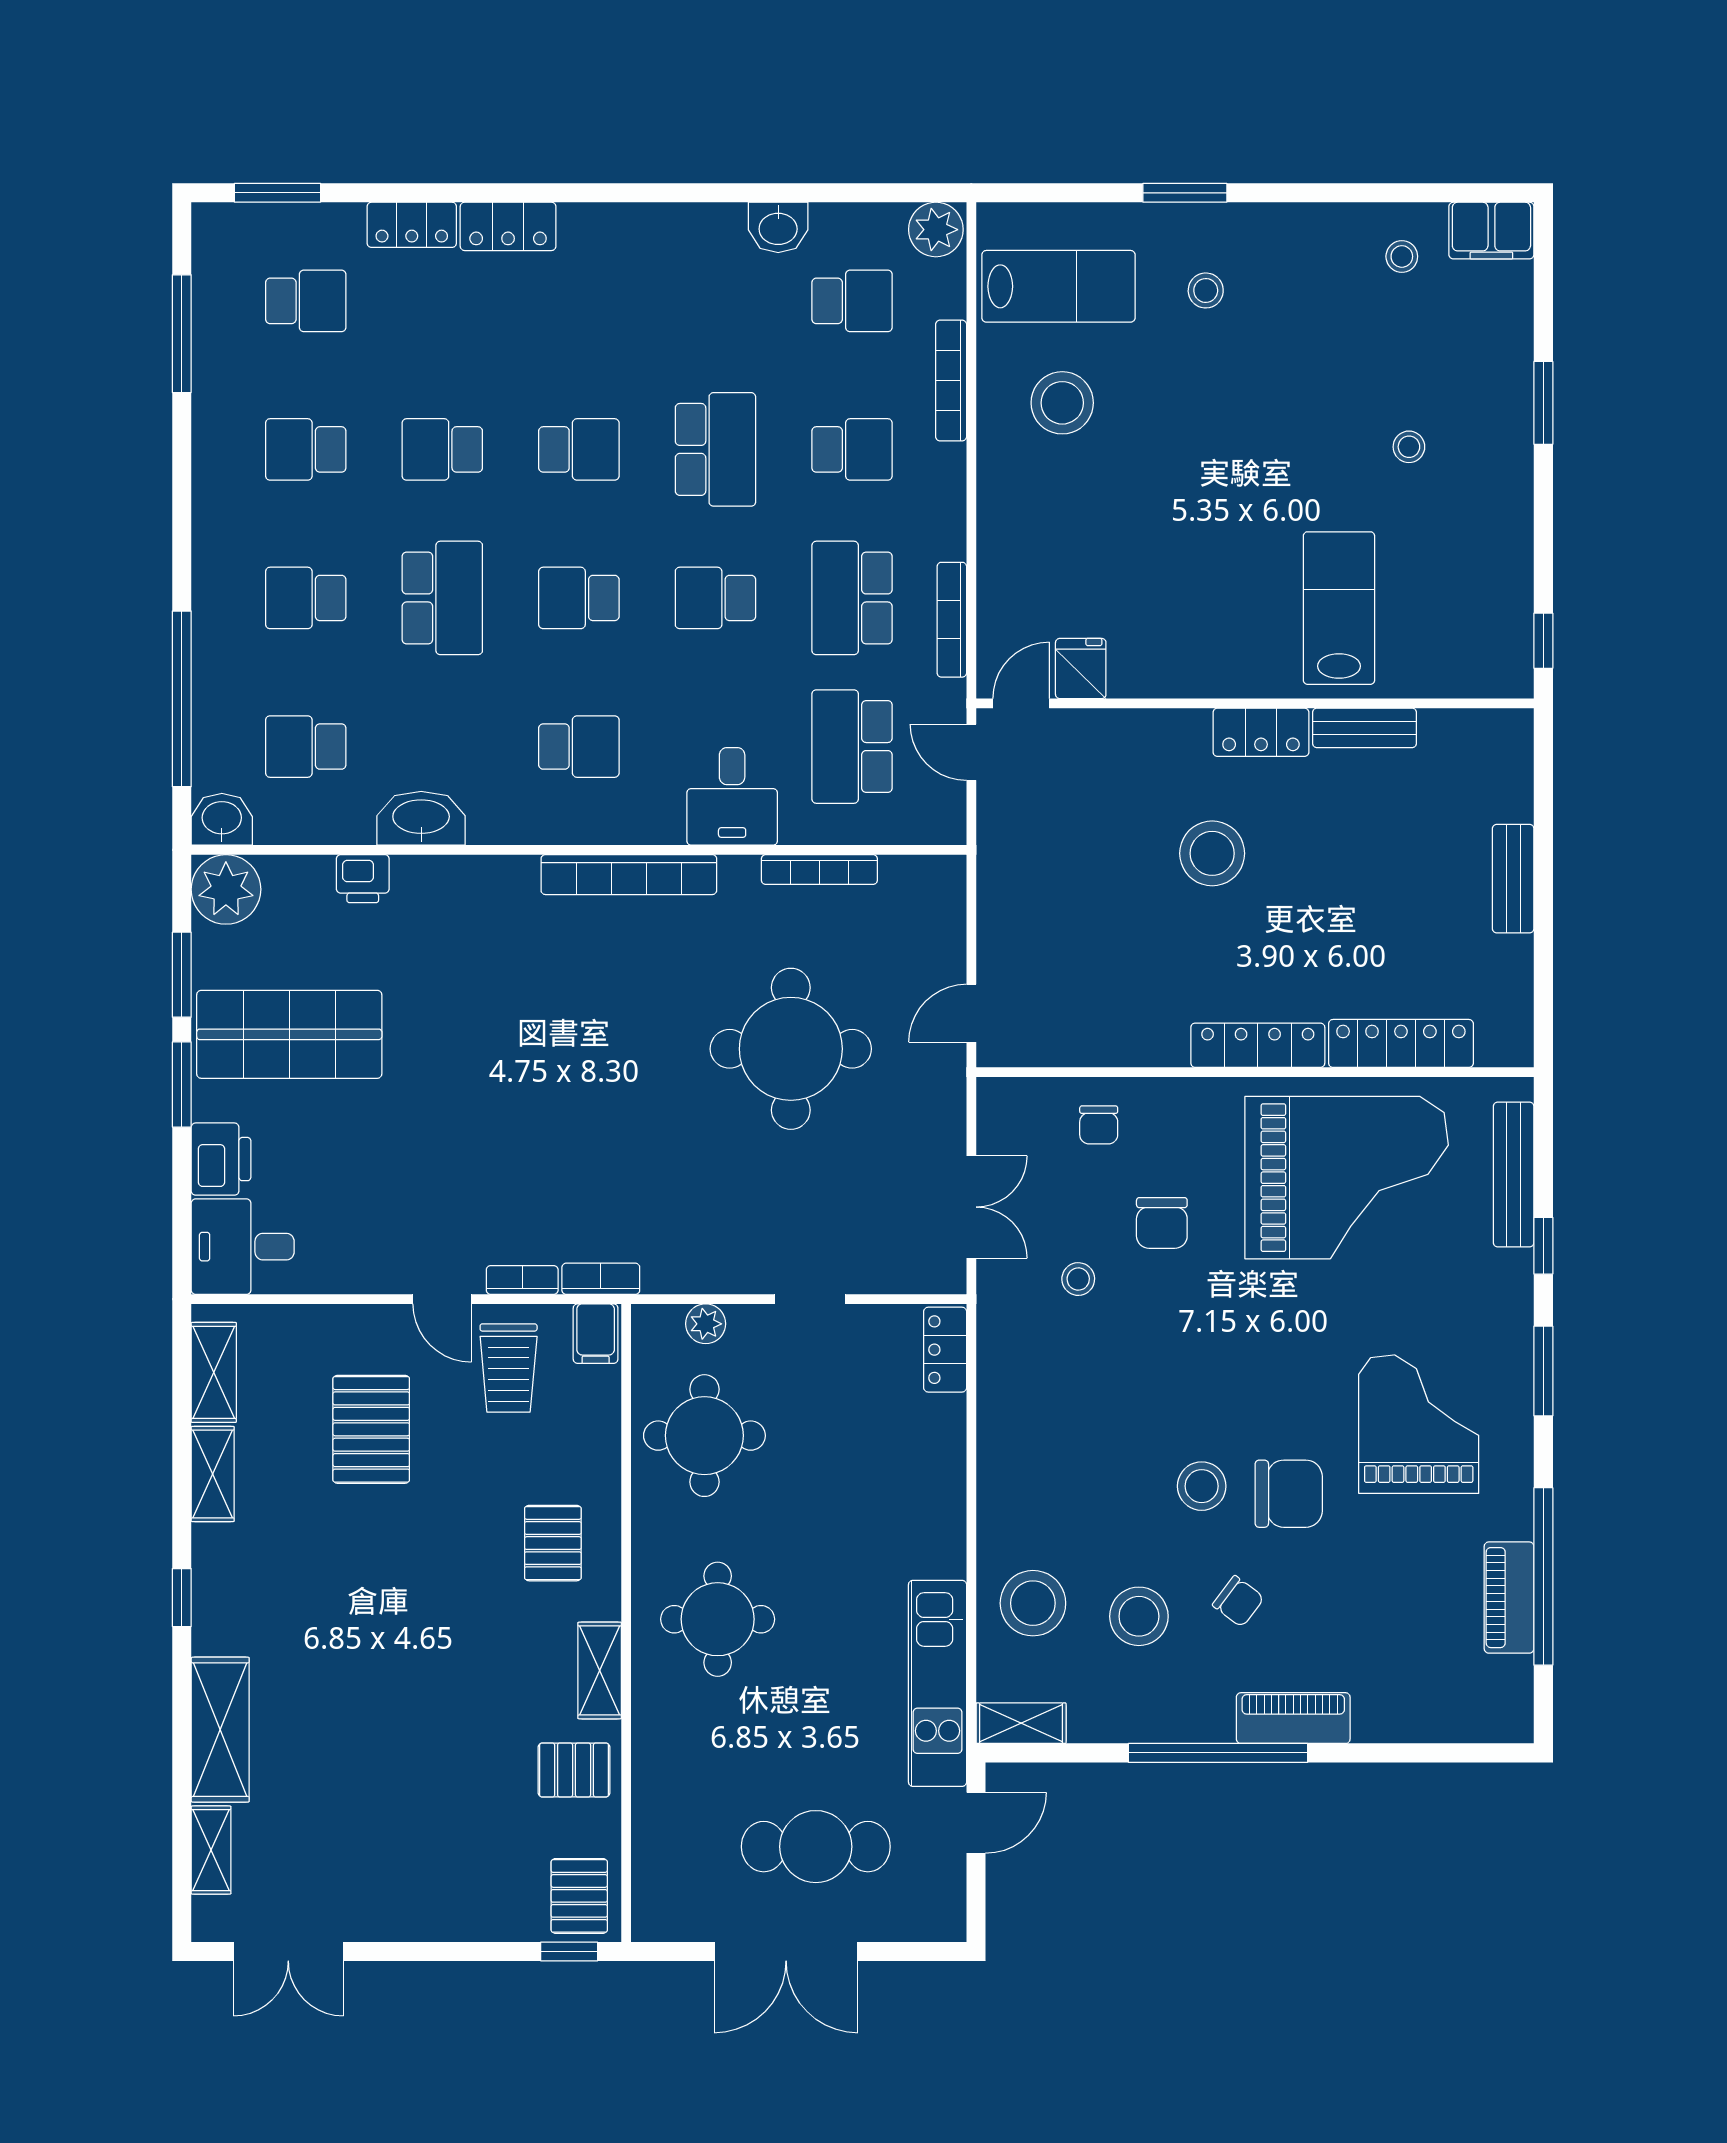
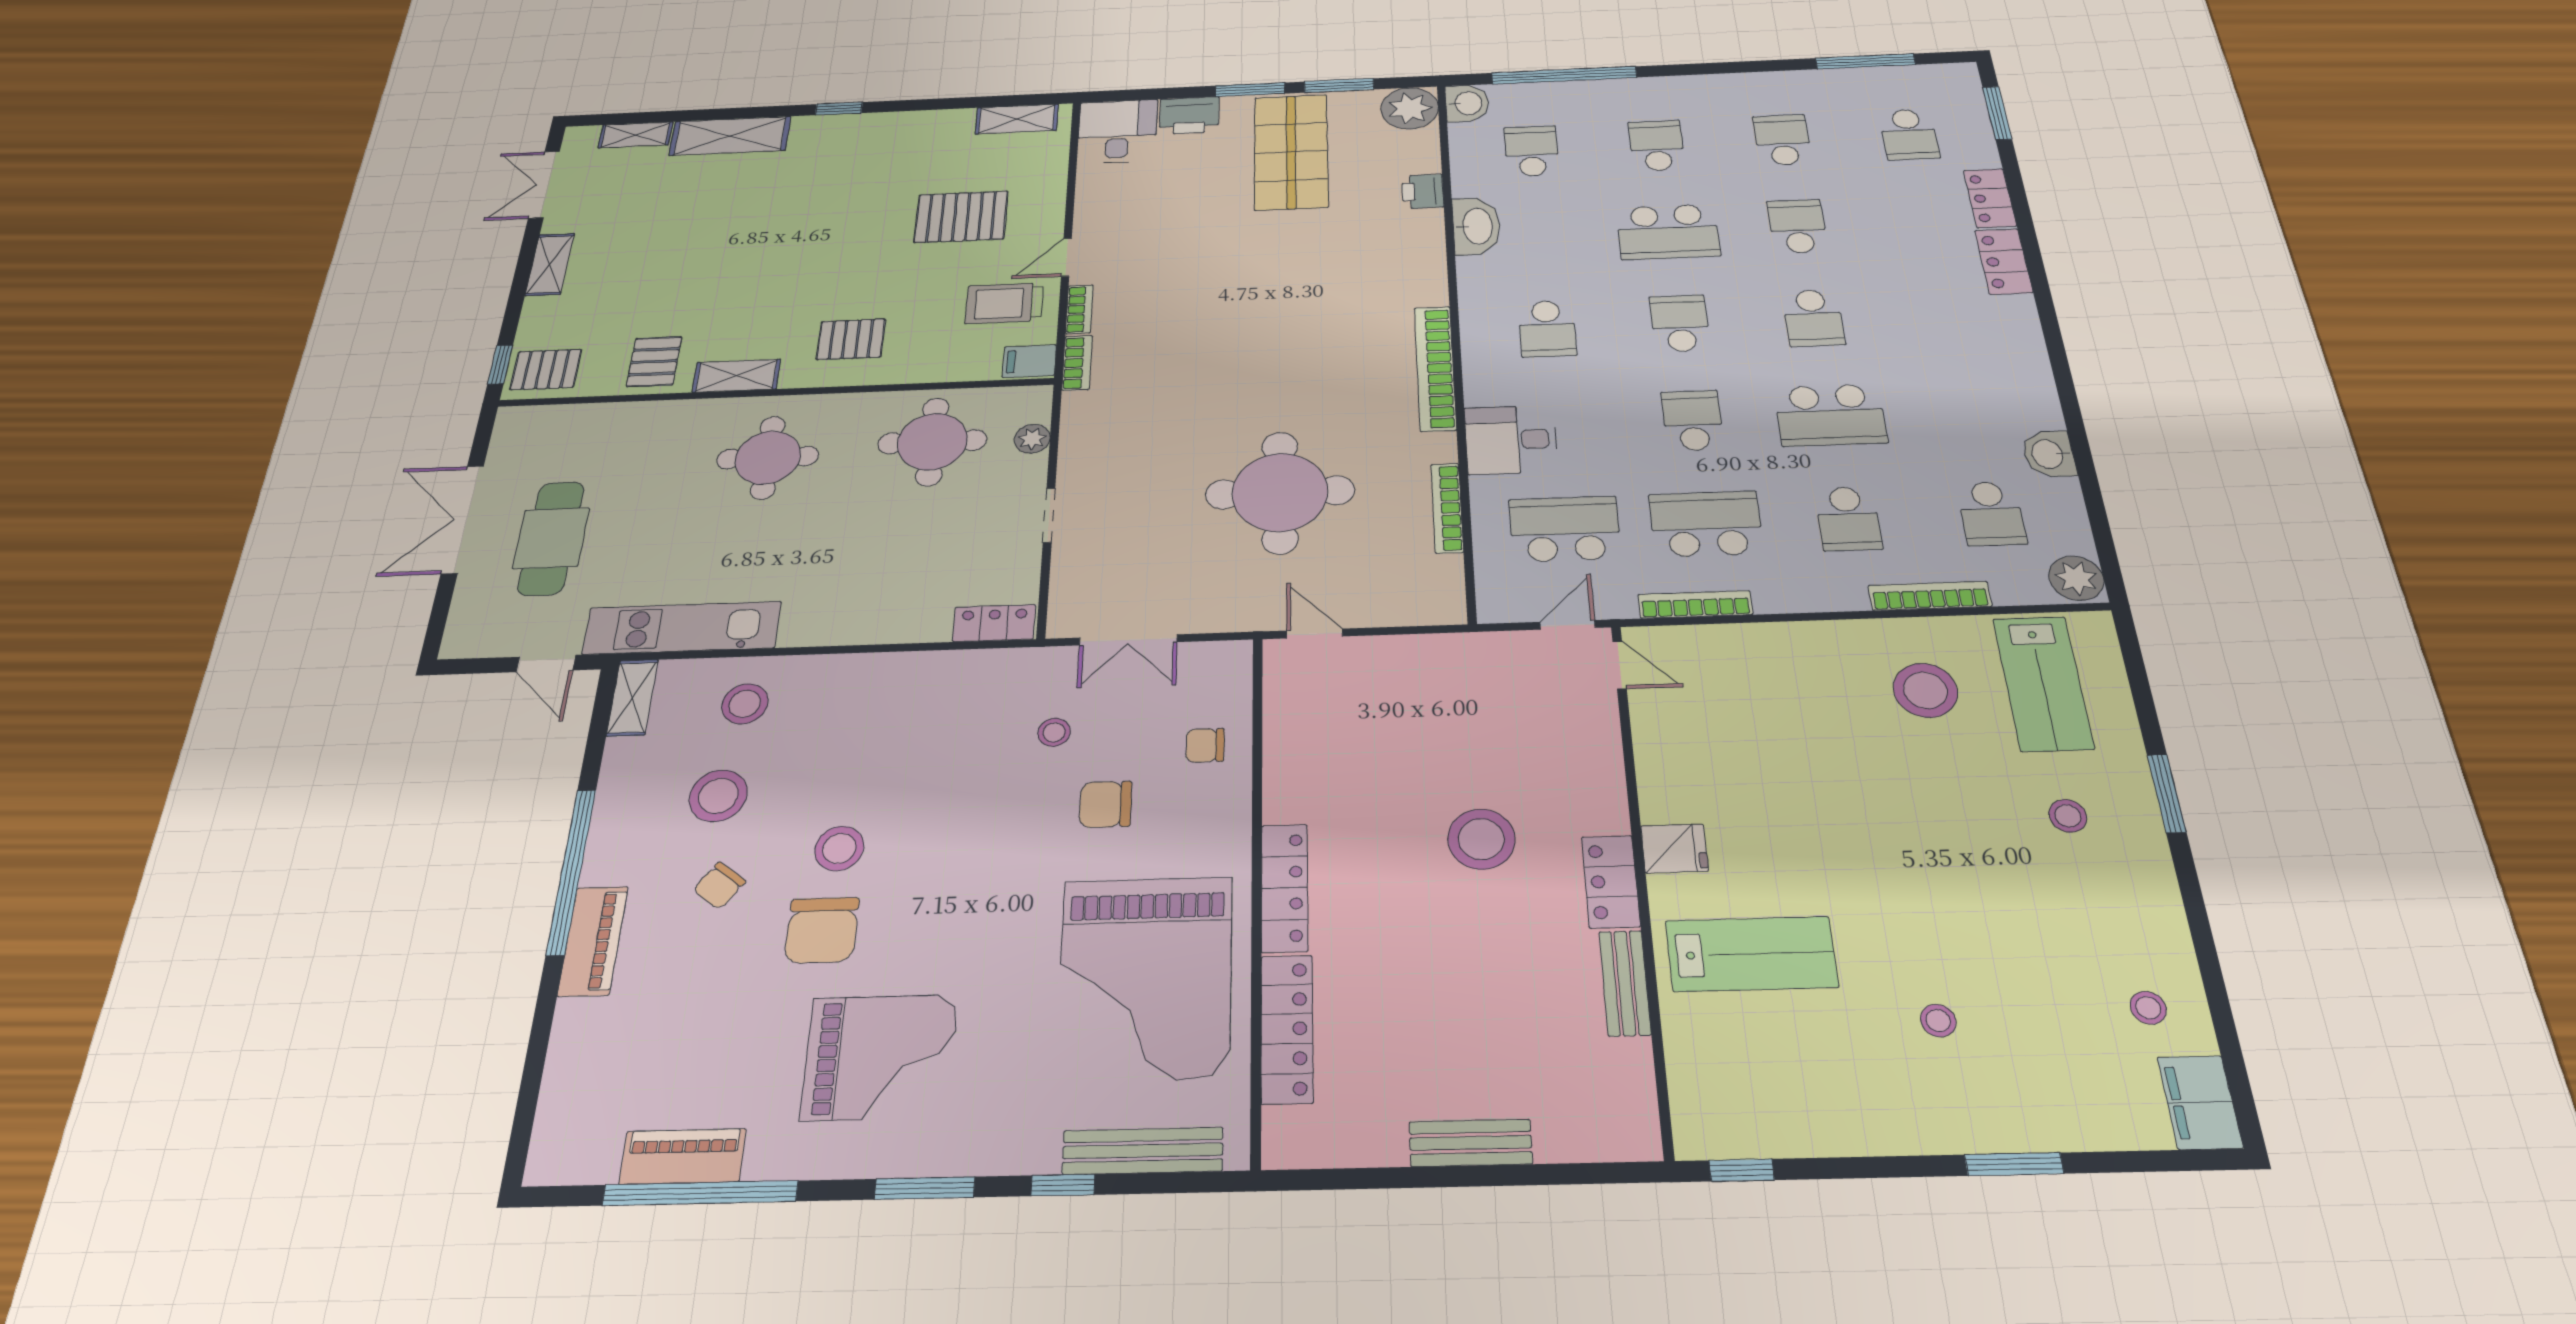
fridge: (1081, 669) -> (1674, 849), moved
shelving: (213, 1474) -> (550, 264), moved, turned 90
stool: (1033, 1603) -> (745, 704), width x0.73, depth x0.73

